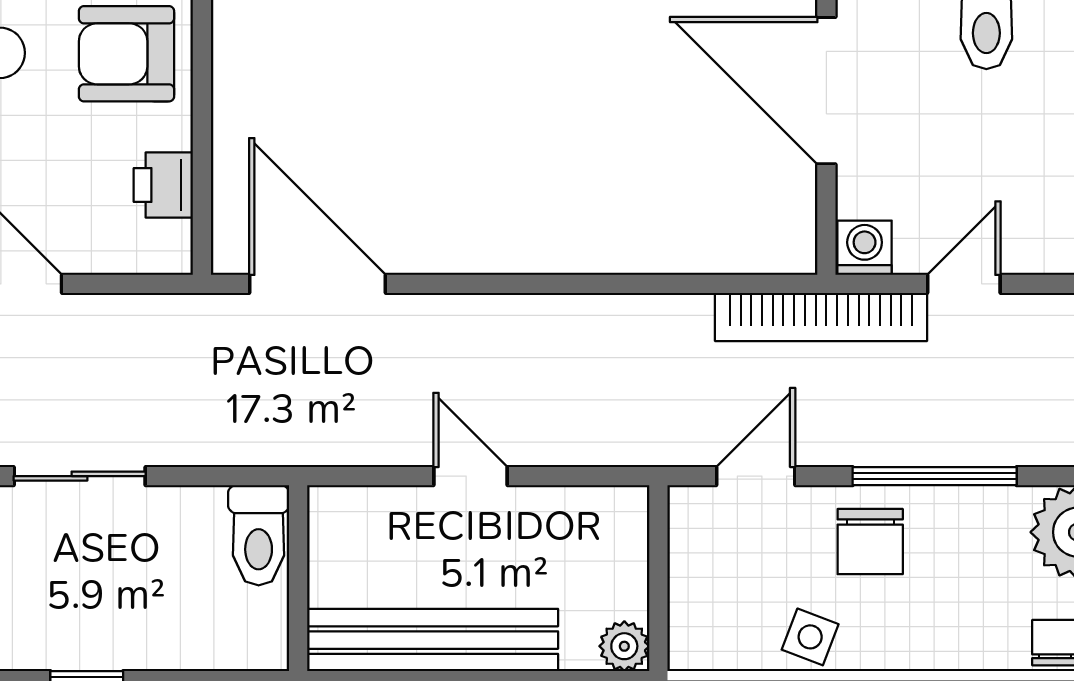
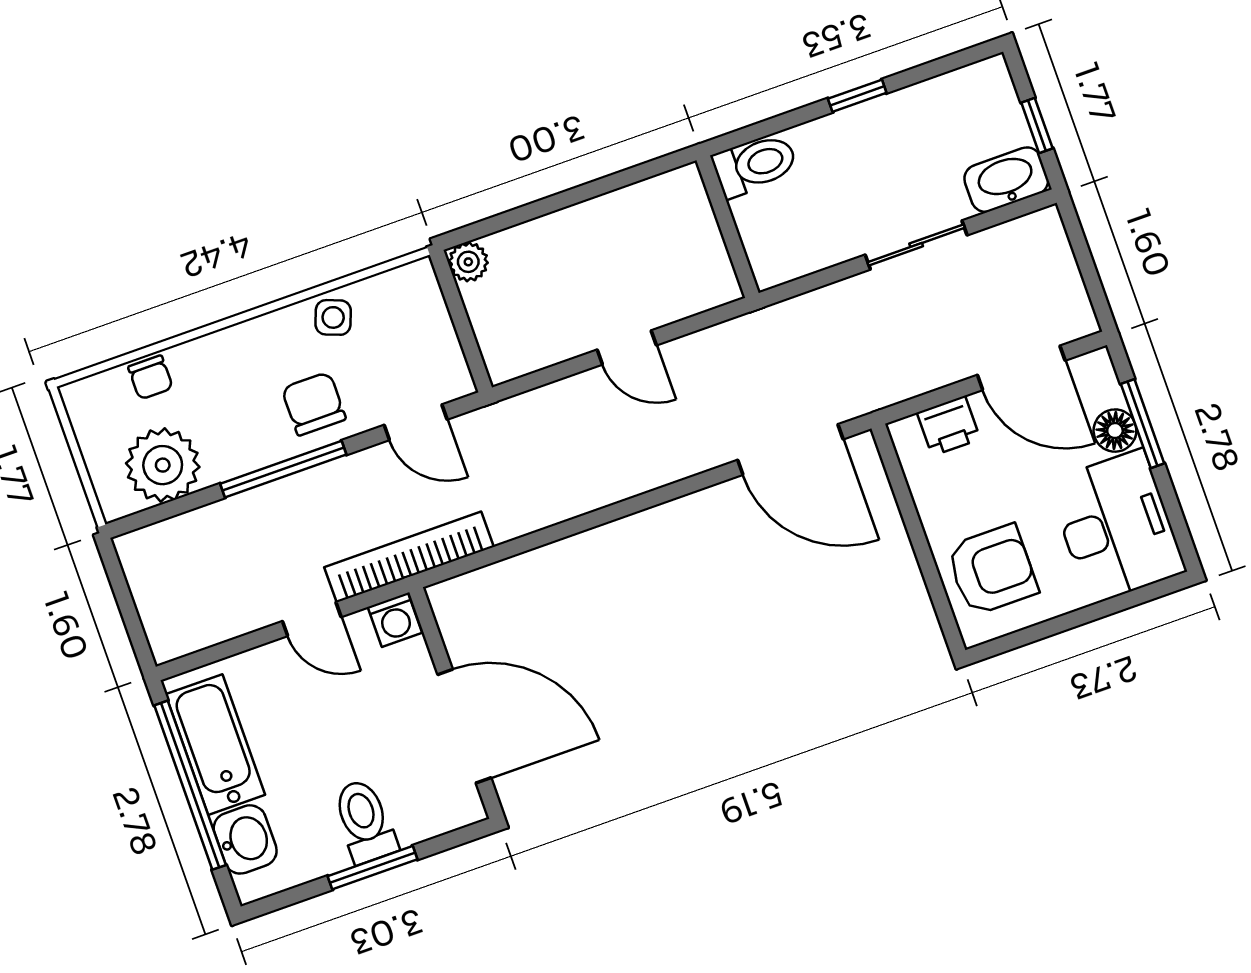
printer: (163, 185) -> (948, 426), moved, turned 90
door: (964, 284) -> (312, 619), hinge flipped
door: (756, 476) -> (416, 422), hinge flipped
toilet: (259, 535) -> (755, 165), moved, turned 90
bench: (433, 640) -> (612, 216), removed

